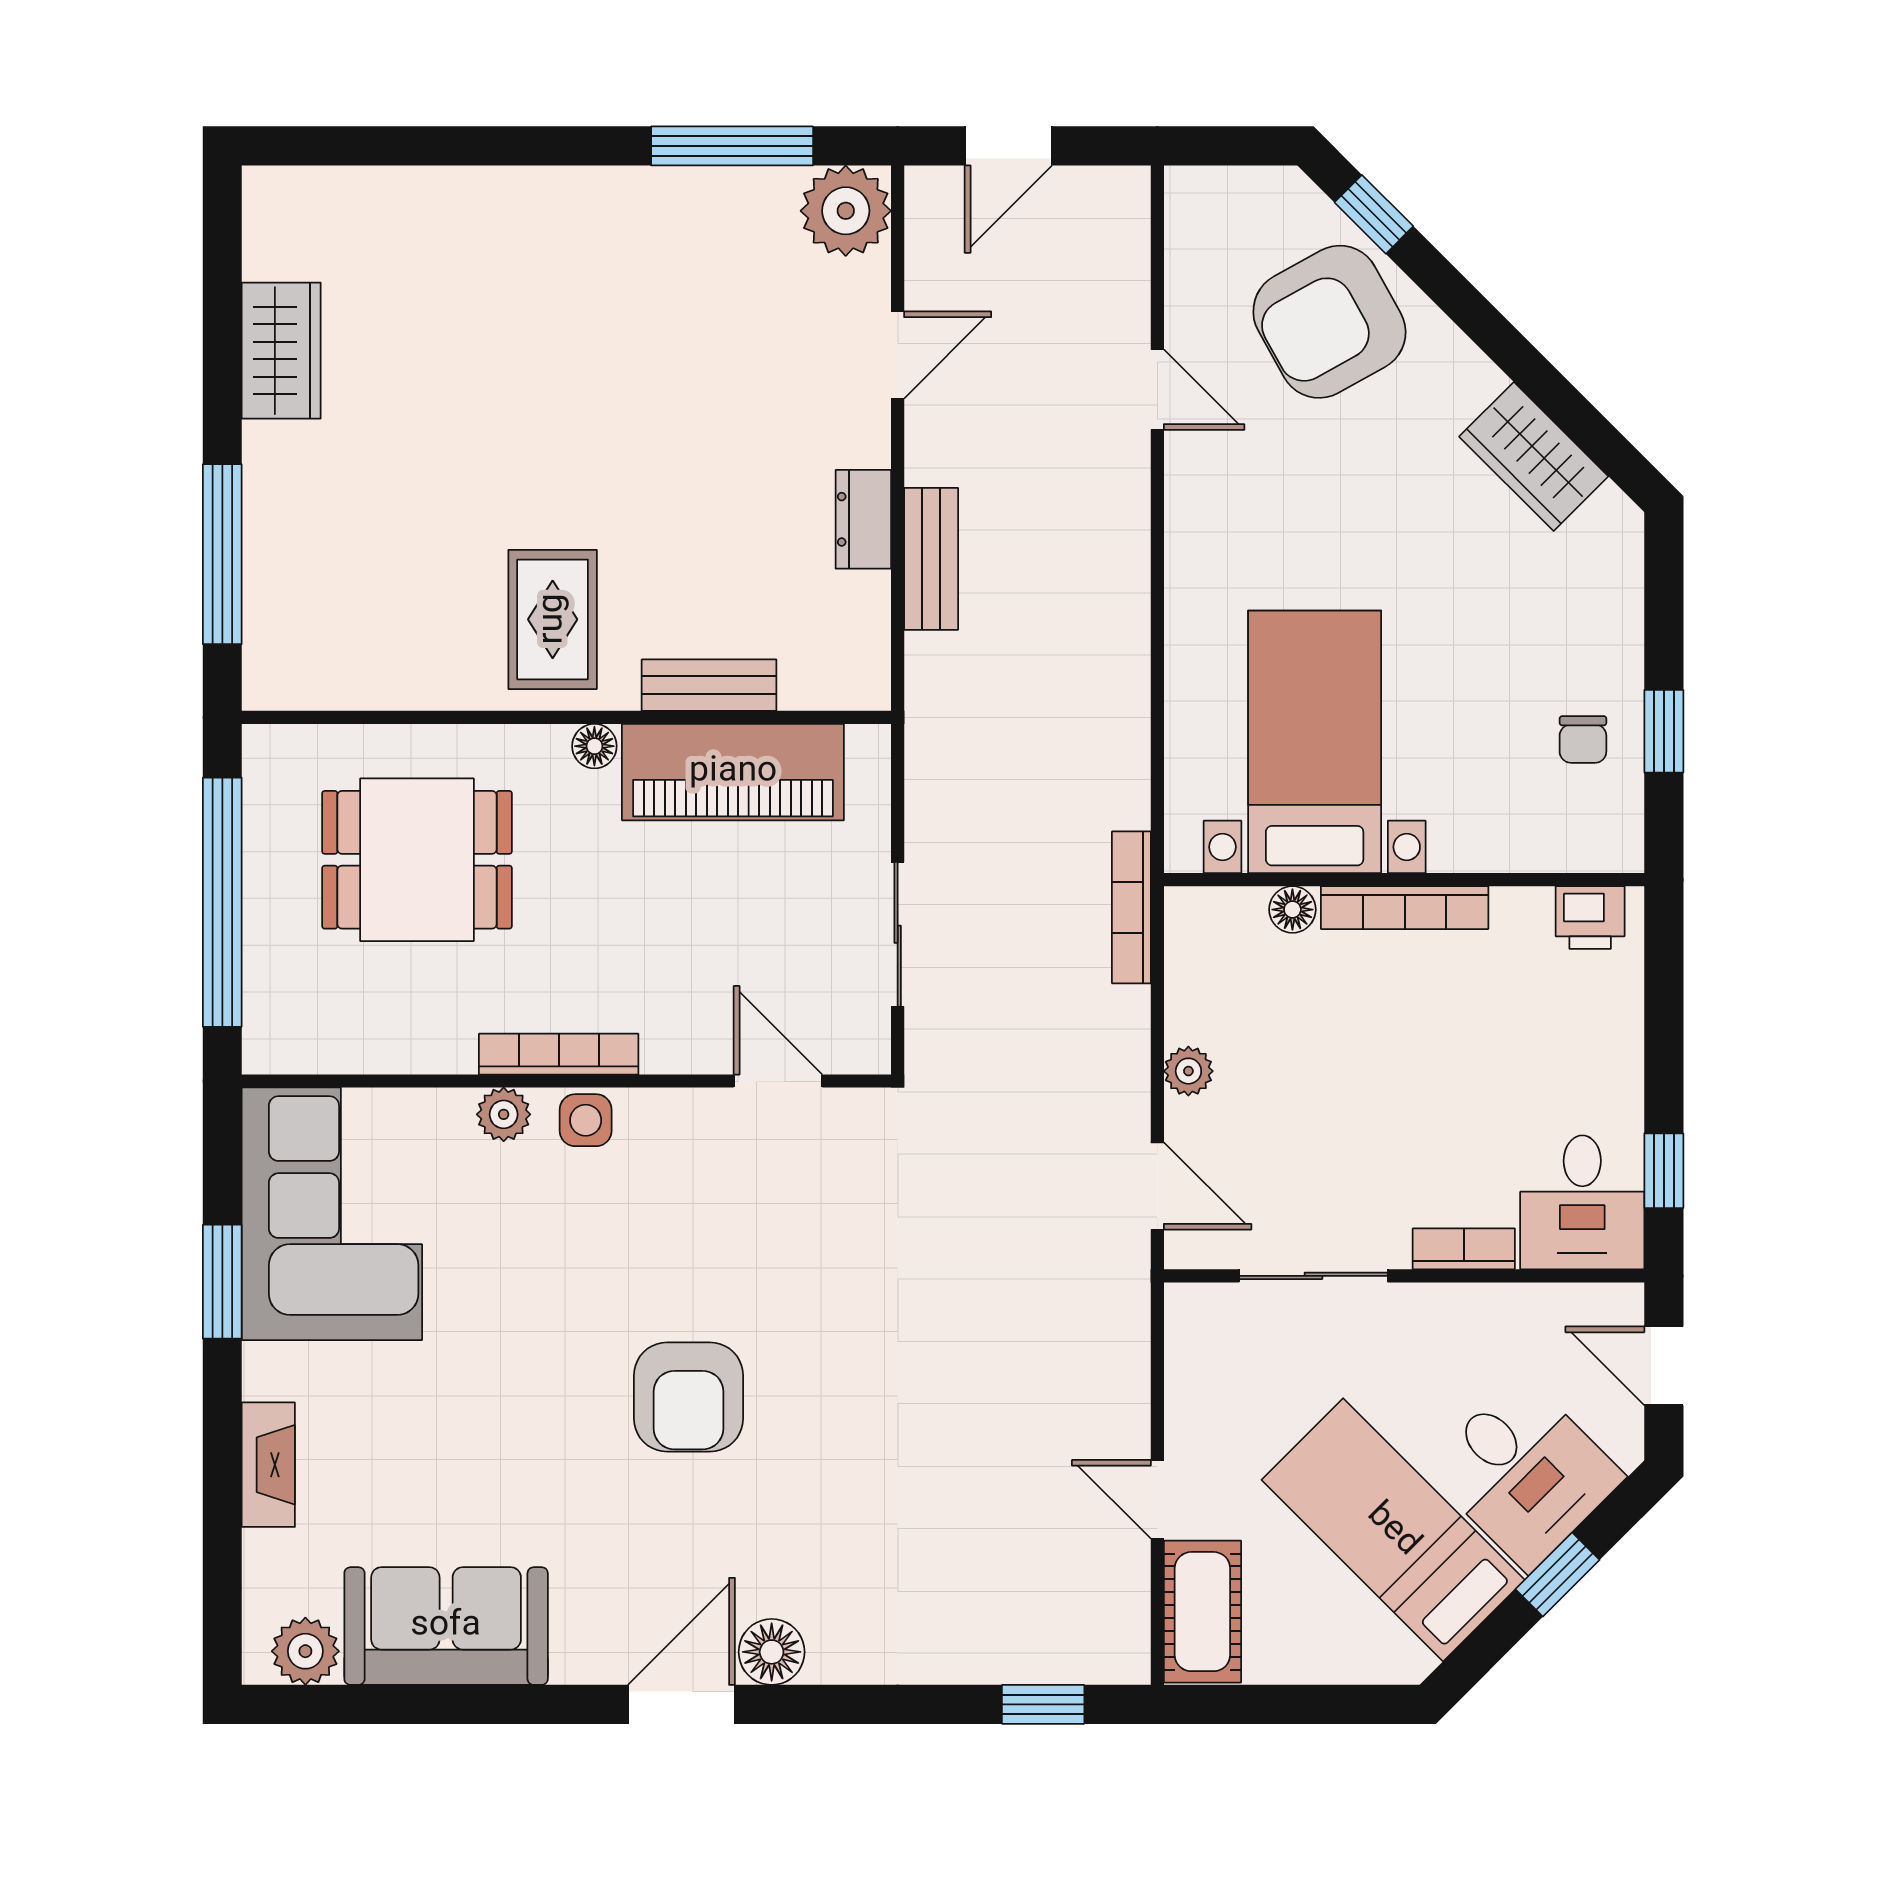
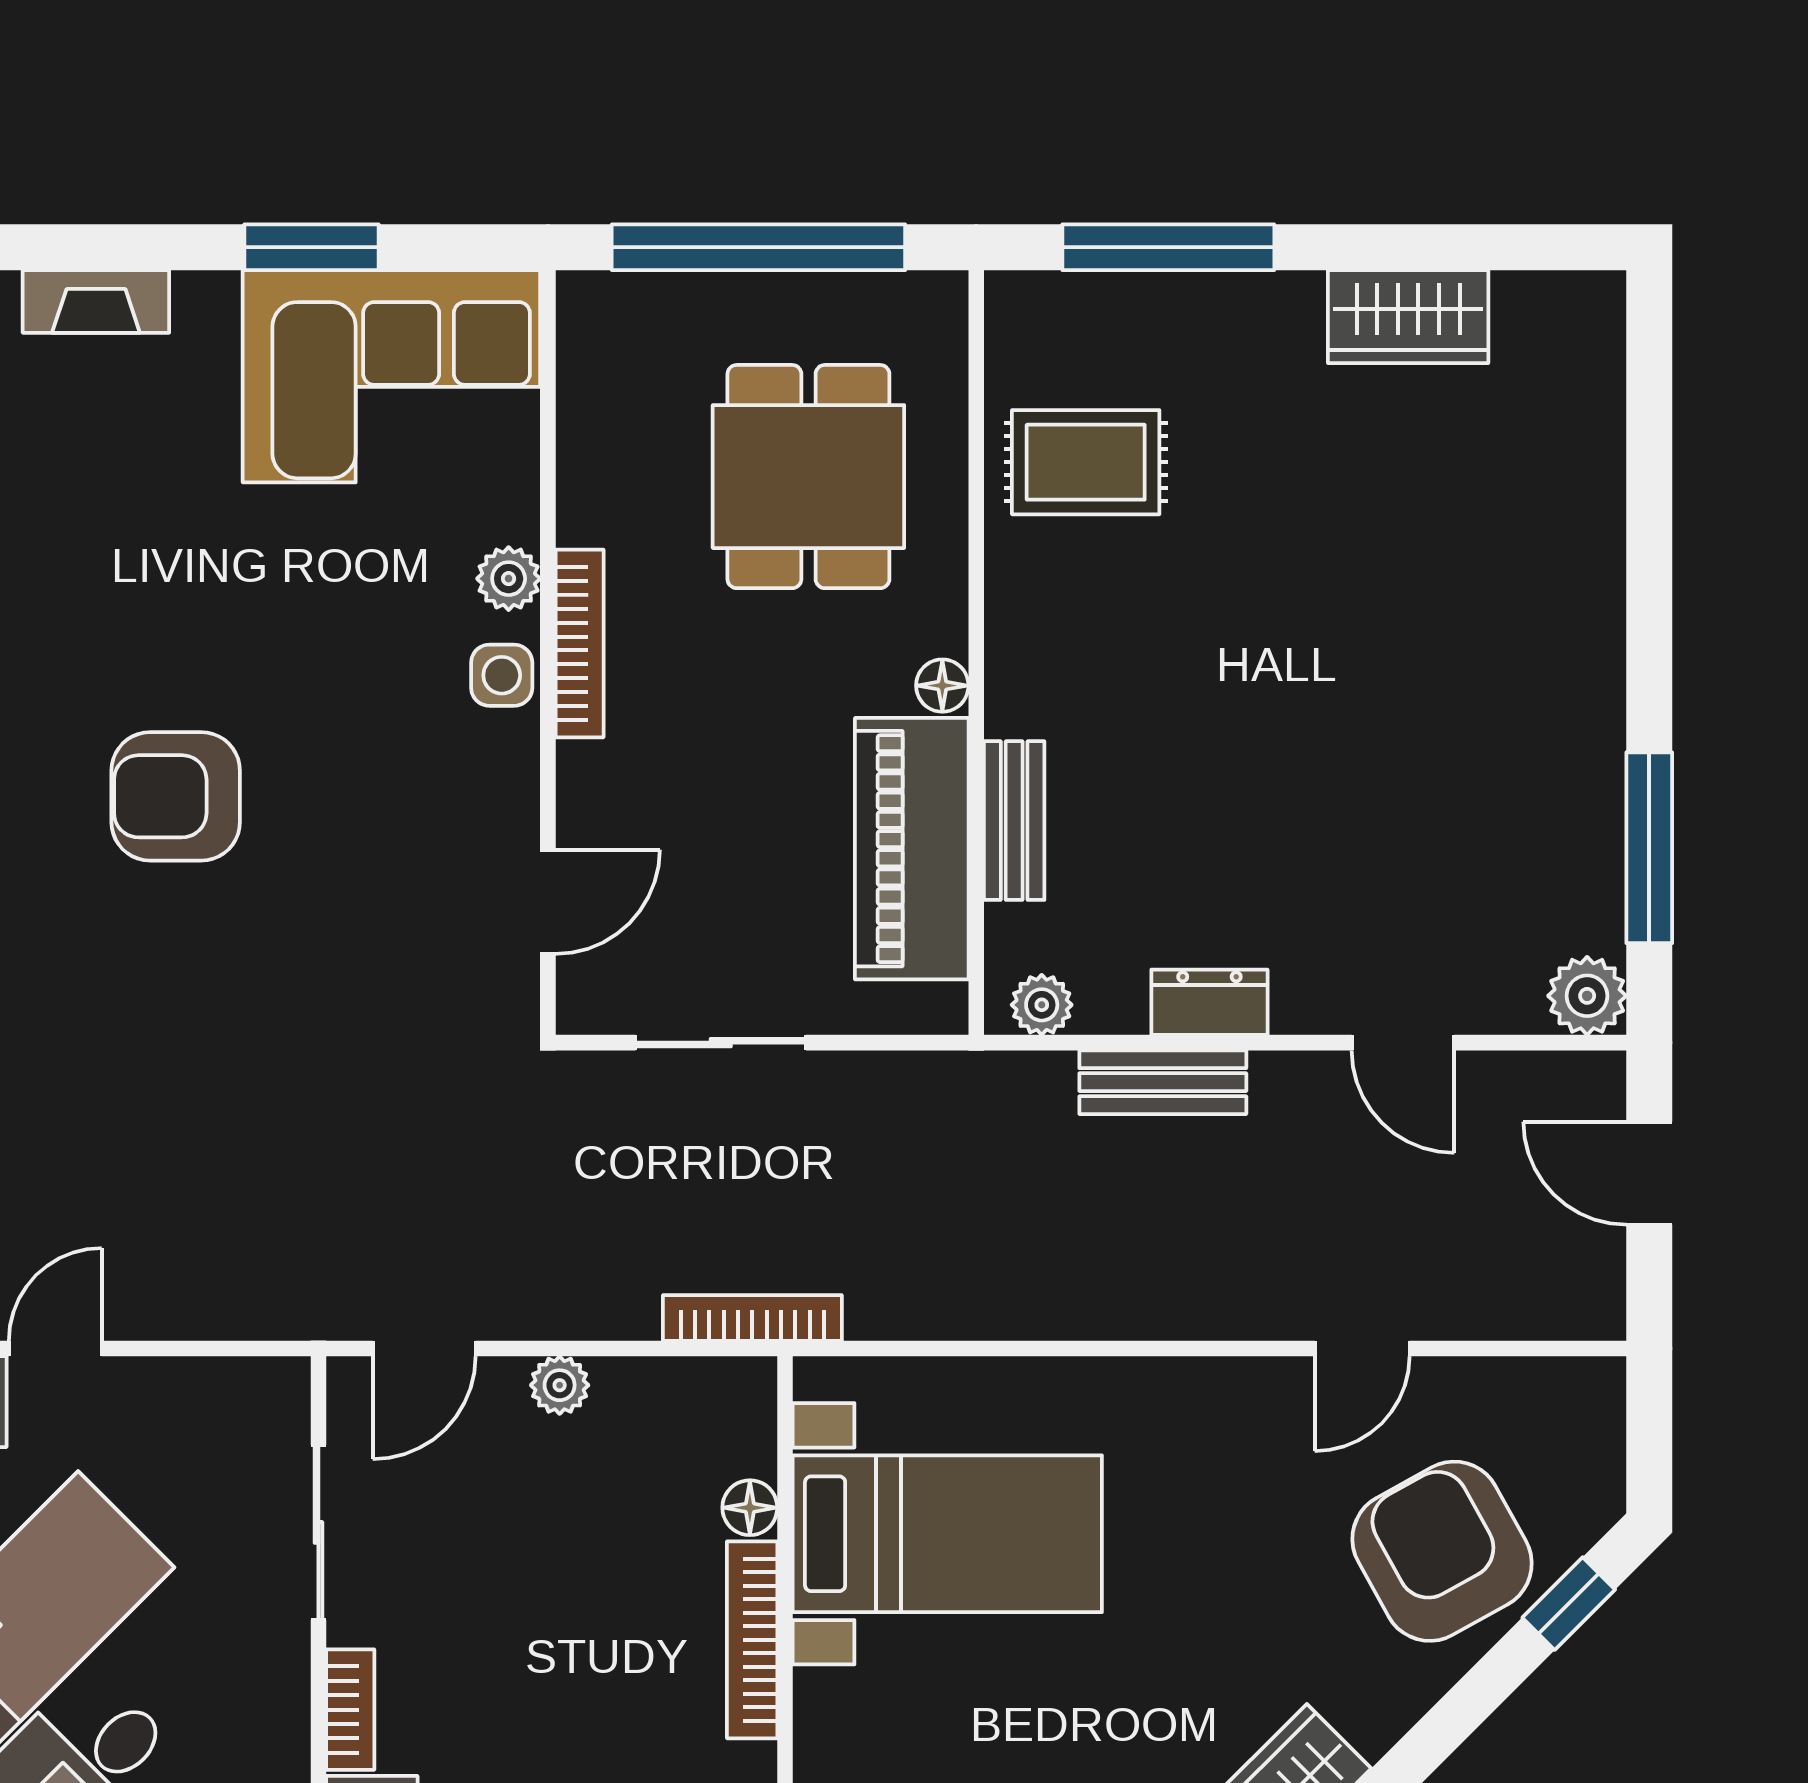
plant: (846, 211) -> (1587, 996), width x0.73, depth x0.73
rug: (553, 619) -> (1086, 462), moved
plant: (866, 662) -> (1042, 1005), added

